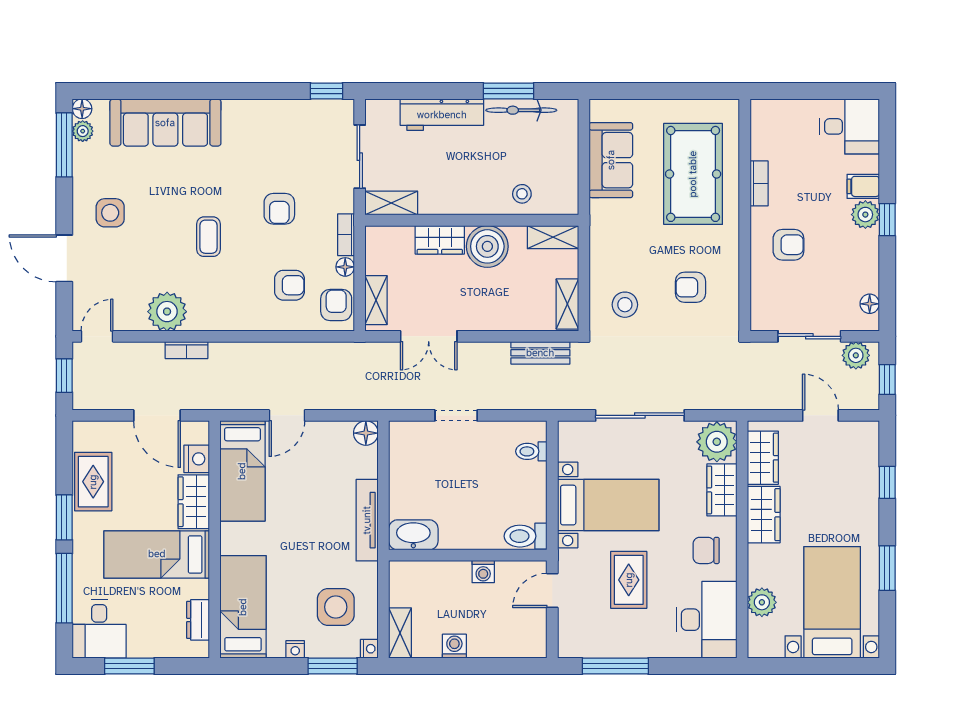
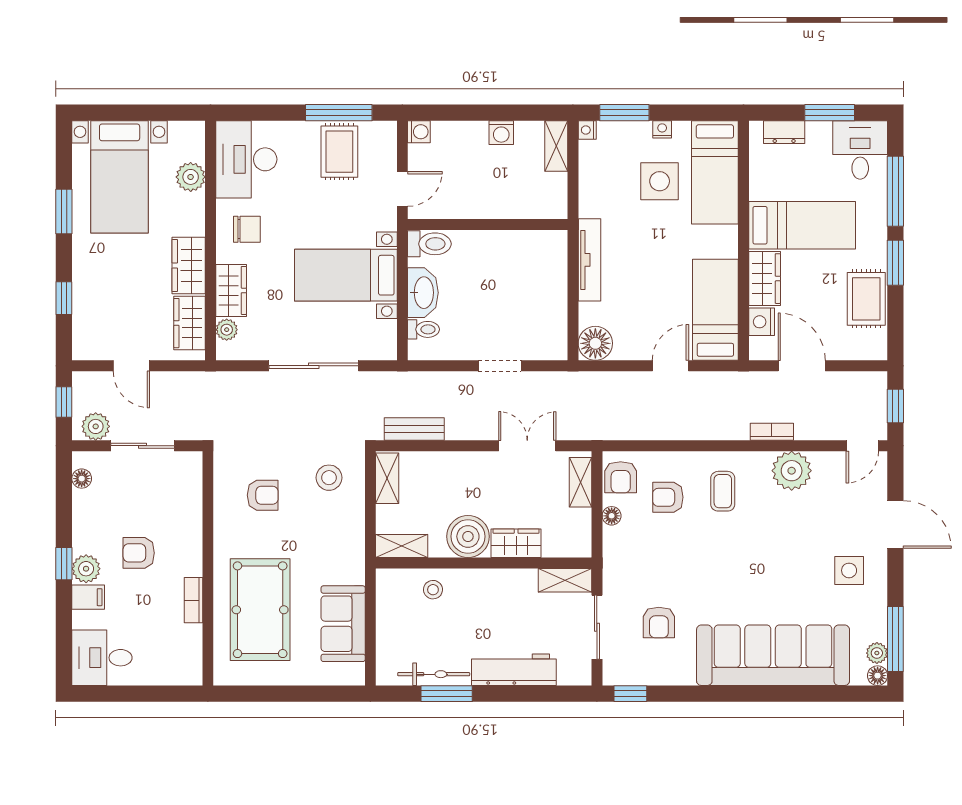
sofa: (165, 123) -> (773, 655), width x1.36, depth x1.27
armchair: (279, 209) -> (659, 623), moved, turned 180
bookcase: (346, 235) -> (611, 548), removed
coffee table: (209, 237) -> (723, 491), moved
armchair: (788, 245) -> (139, 553), moved
floor lamp: (366, 433) -> (595, 343), width x1.38, depth x1.38
plant: (717, 442) -> (227, 330), width x0.53, depth x0.53
washbasin: (413, 535) -> (423, 293), moved, turned -90
washing machine: (483, 572) -> (419, 132), moved, turned 90
rug: (629, 580) -> (339, 152), moved
side table: (336, 607) -> (660, 181), moved
dresser: (198, 620) -> (784, 132), moved, turned 90

